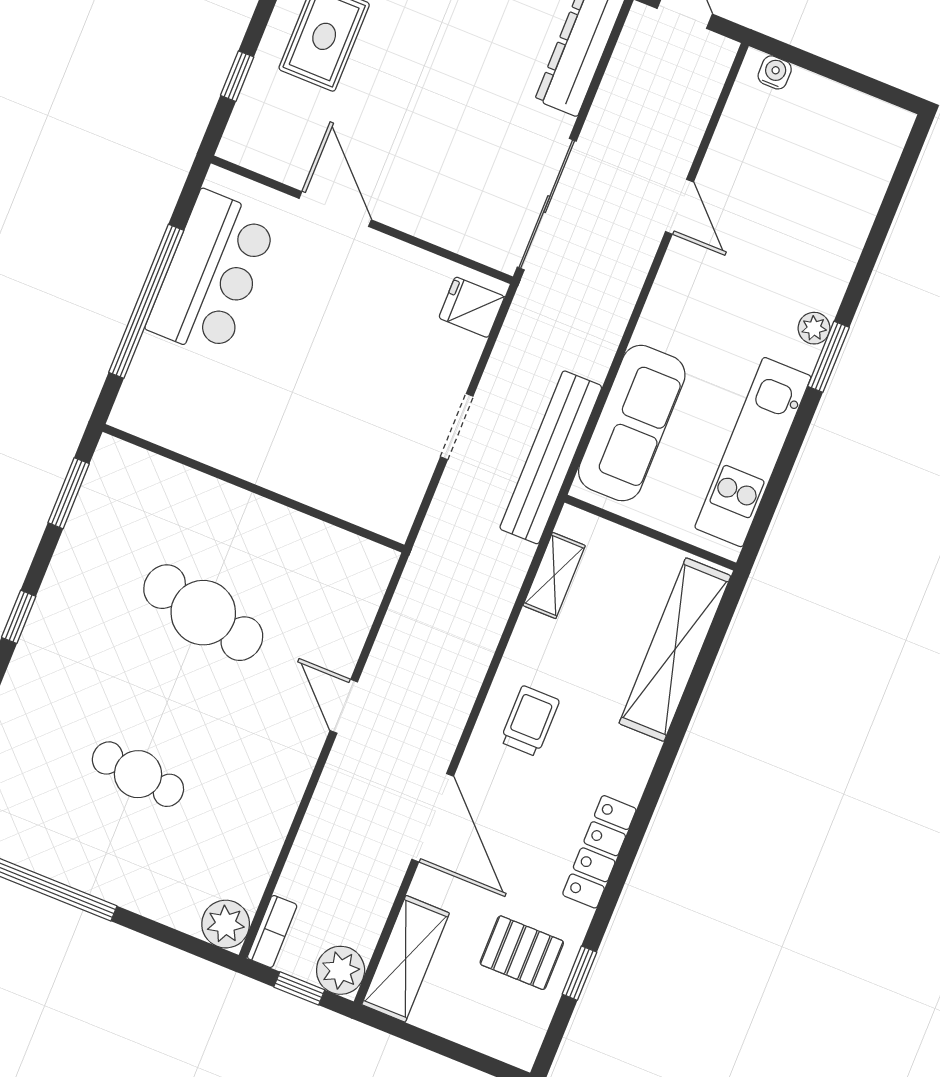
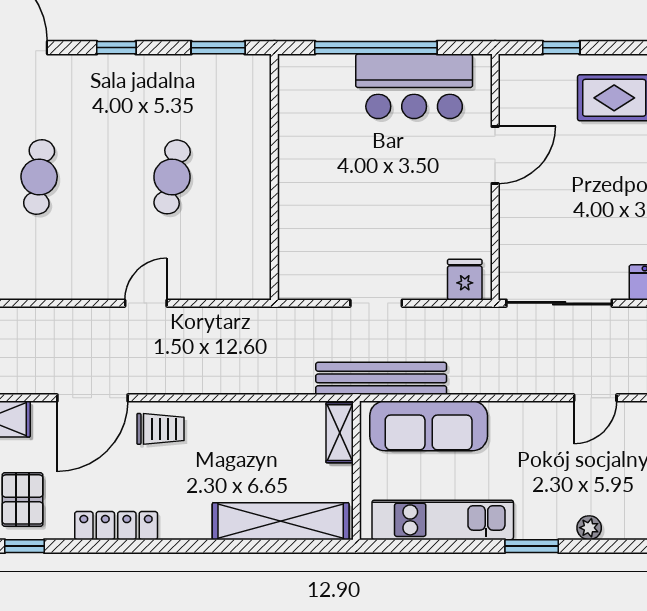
plant: (814, 328) -> (589, 528), moved
shelving: (554, 576) -> (340, 433), moved, turned 90
cafe table: (203, 613) -> (172, 177), width x0.73, depth x0.74
trolley: (530, 721) -> (160, 429), moved

